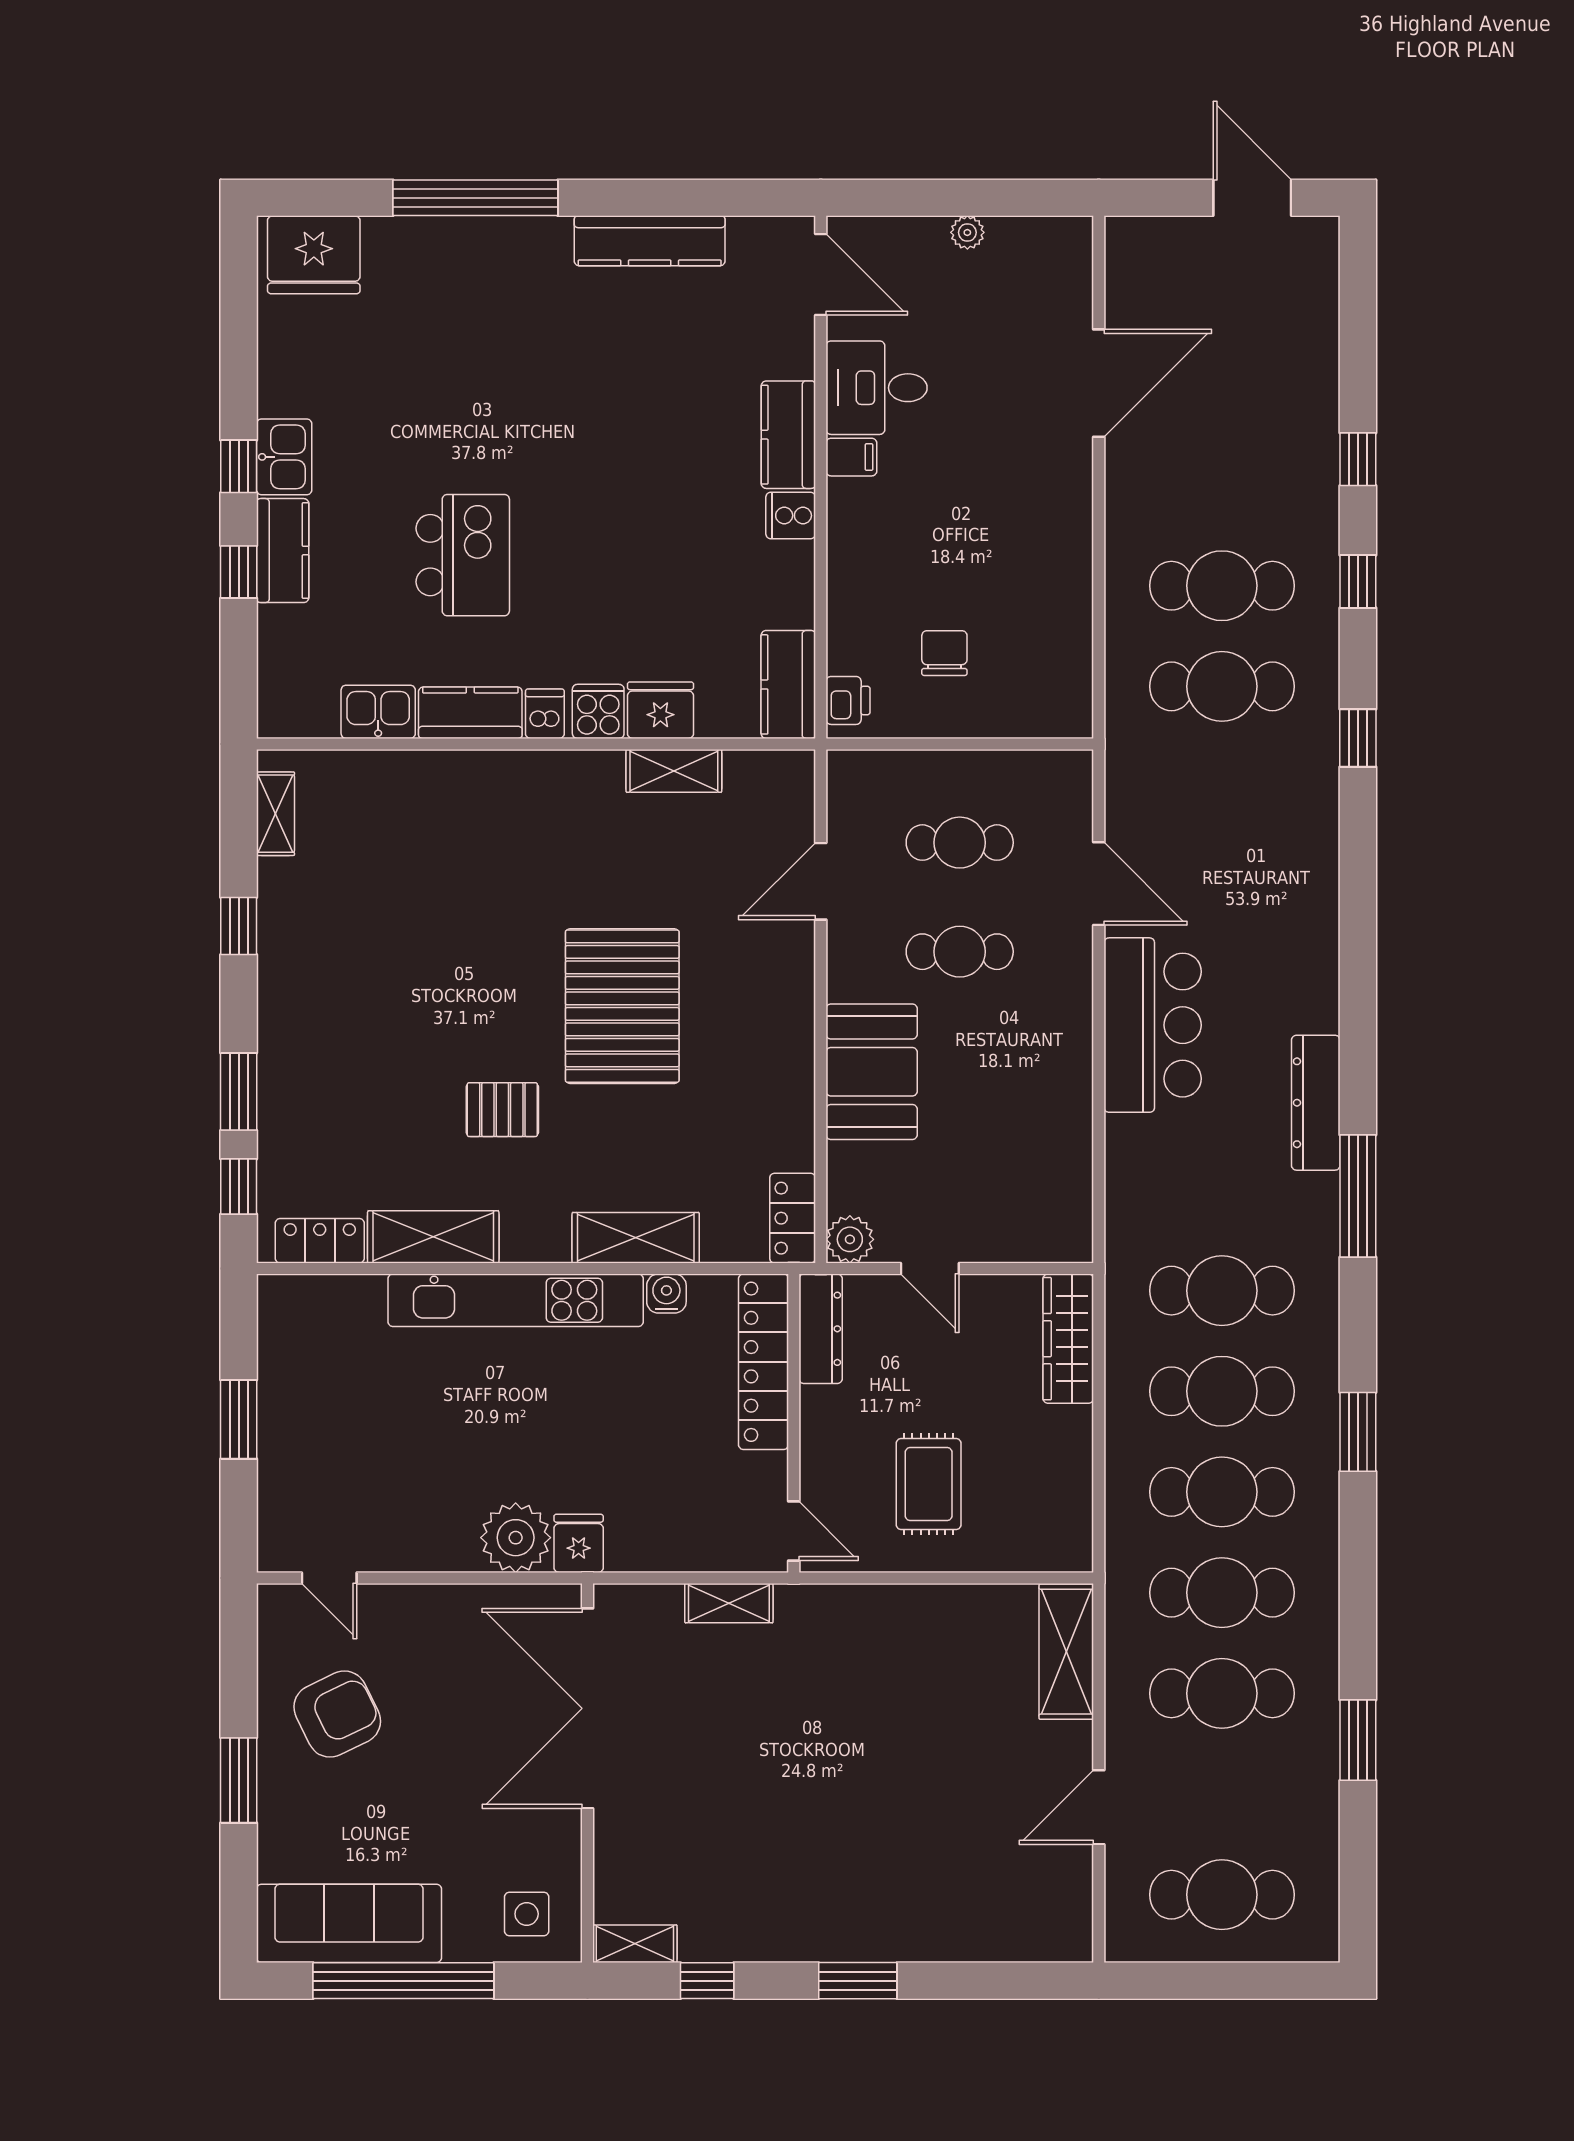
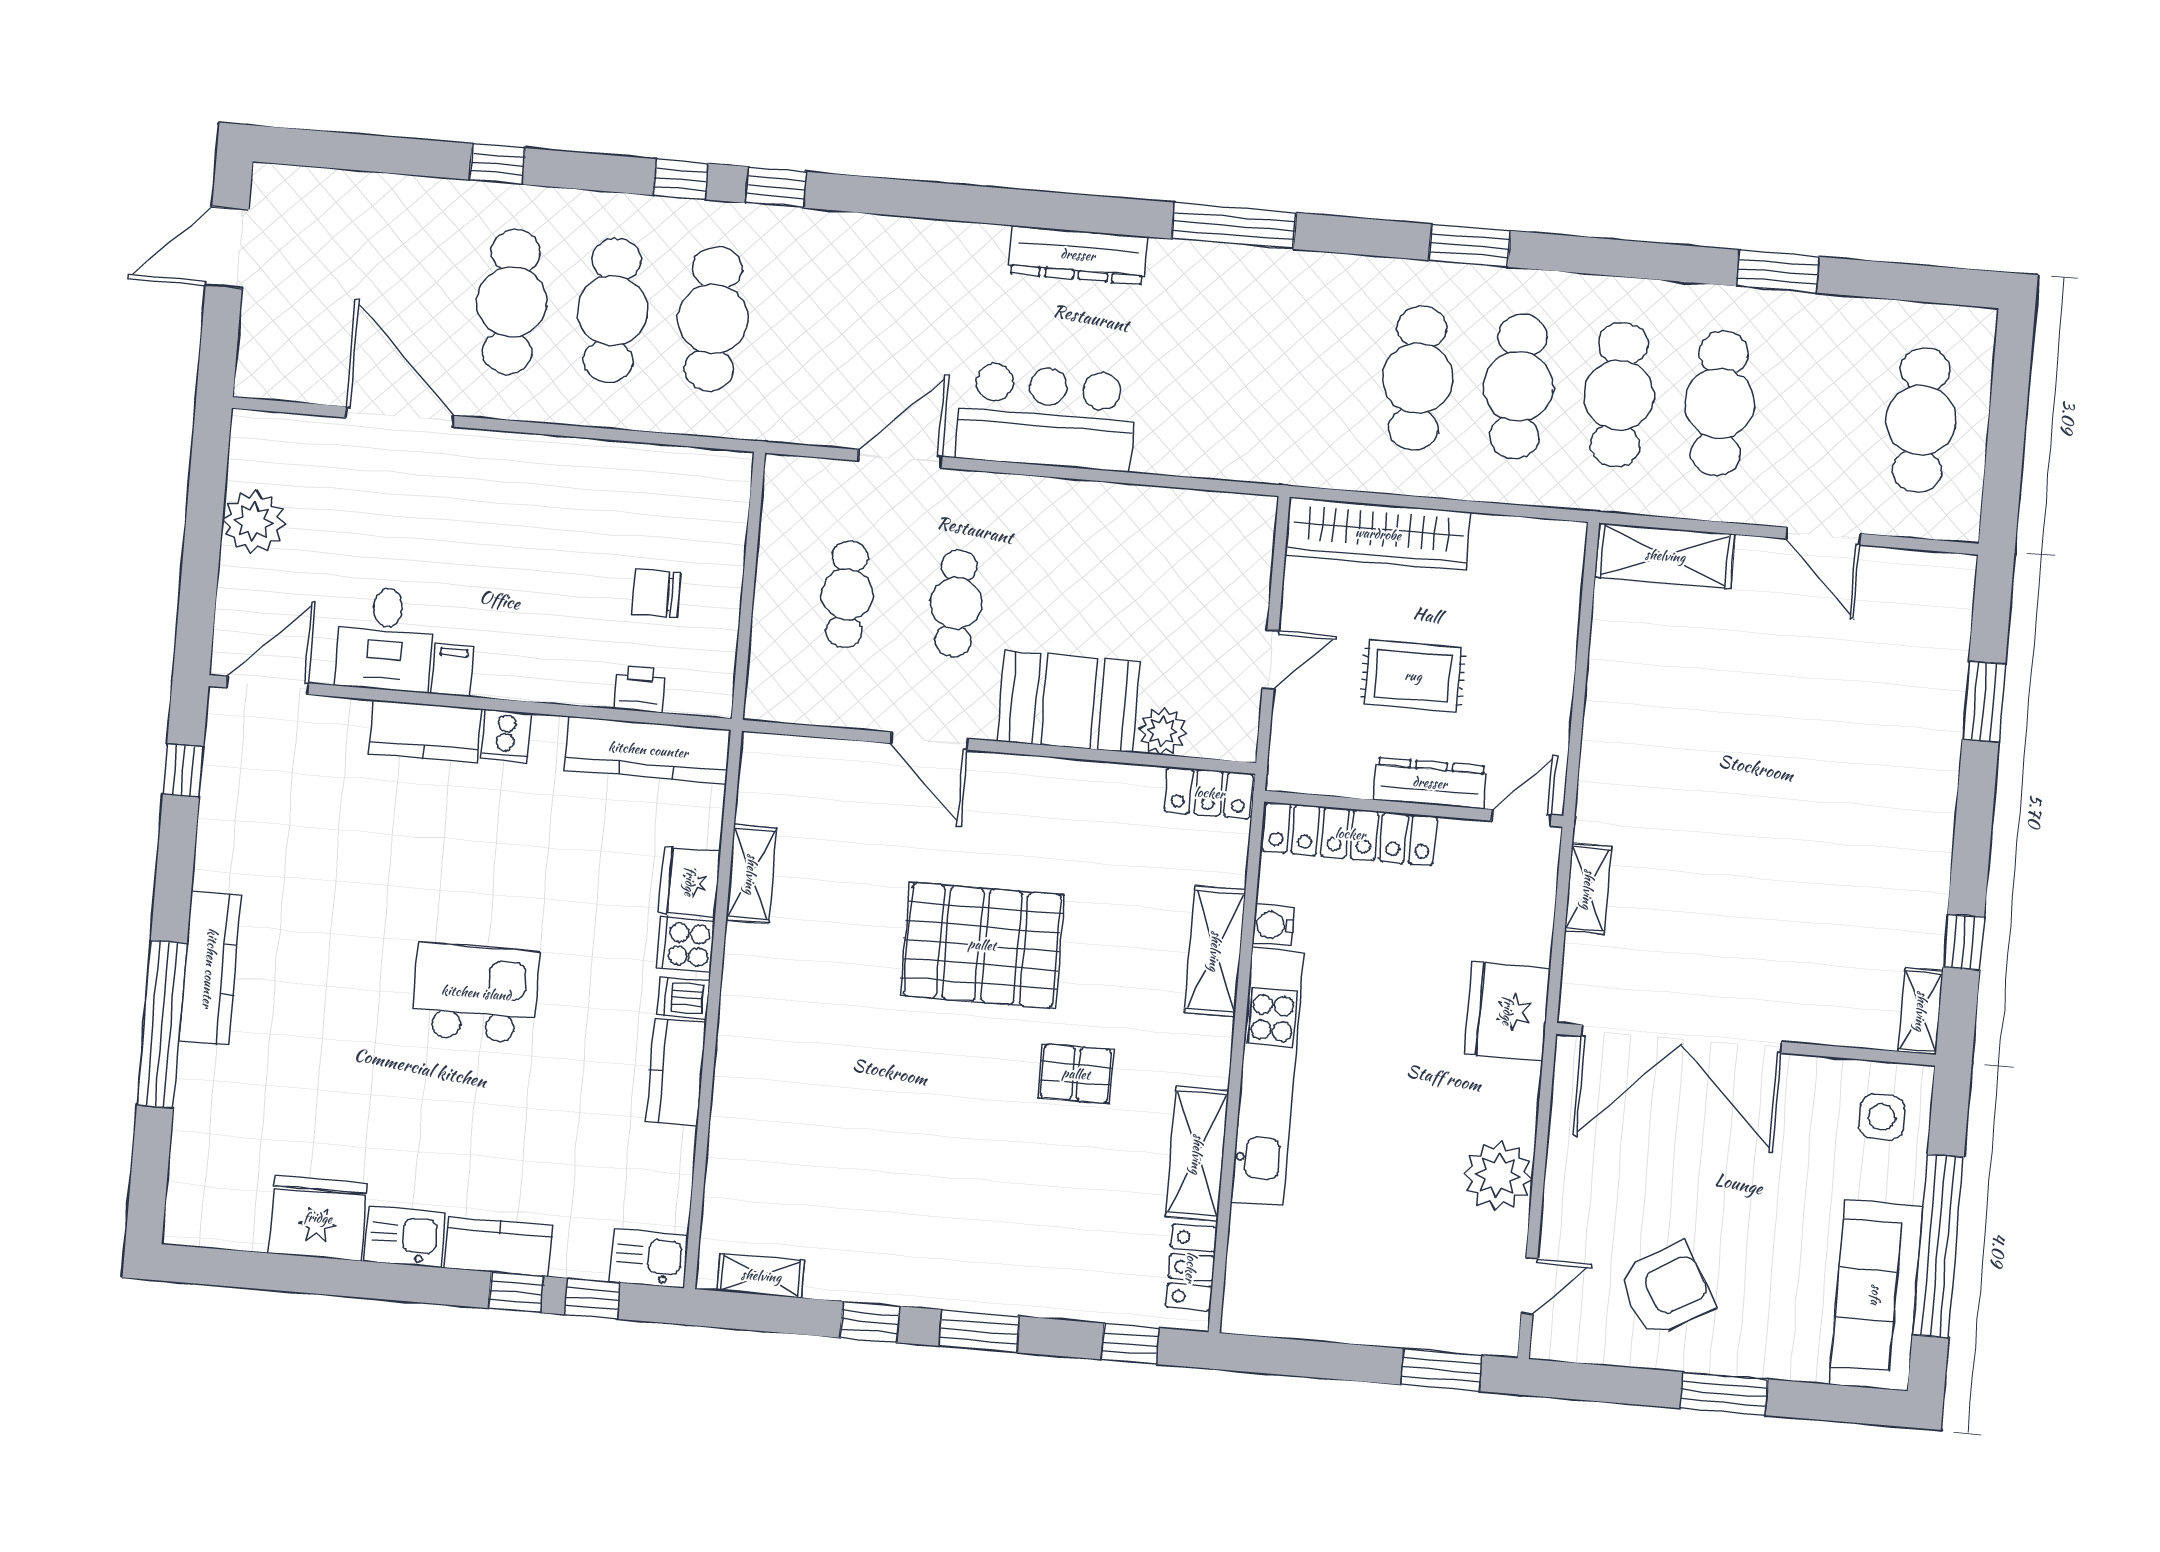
window: (729, 198) -> (183, 770), added
plant: (967, 232) -> (254, 522), width x1.87, depth x1.87
kitchen counter: (650, 241) -> (210, 968), moved
fridge: (314, 255) -> (318, 1218), moved, turned -90
window: (239, 466) -> (592, 1299), moved
kitchen island: (463, 555) -> (476, 993), moved
window: (1358, 581) -> (681, 179), moved
kitchen counter: (788, 684) -> (648, 750), width x1.50
printer: (848, 700) -> (639, 689), moved
kitchen sink: (378, 712) -> (649, 1258), moved, turned 90
door: (821, 881) -> (929, 741), moved
window: (239, 1092) -> (979, 1331), moved
dresser: (1316, 1103) -> (1078, 255), moved
pallet: (502, 1110) -> (1076, 1074), turned 90
plant: (850, 1239) -> (1162, 731), moved
cafe table: (1222, 1291) -> (512, 302), moved
dresser: (821, 1329) -> (1430, 783), moved
wardrobe: (1068, 1339) -> (1378, 534), width x1.40, depth x1.17
window: (239, 1419) -> (1442, 1370), moved
rug: (929, 1484) -> (1413, 676), moved
plant: (516, 1538) -> (1498, 1176), moved
fridge: (579, 1543) -> (1508, 1011), width x1.88, depth x1.34
armchair: (337, 1714) -> (1666, 1290), turned 86
window: (858, 1981) -> (1984, 702), moved

